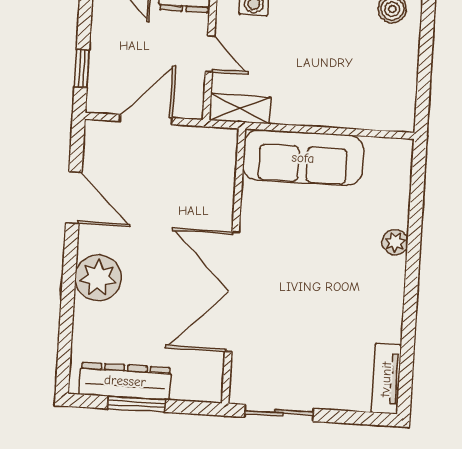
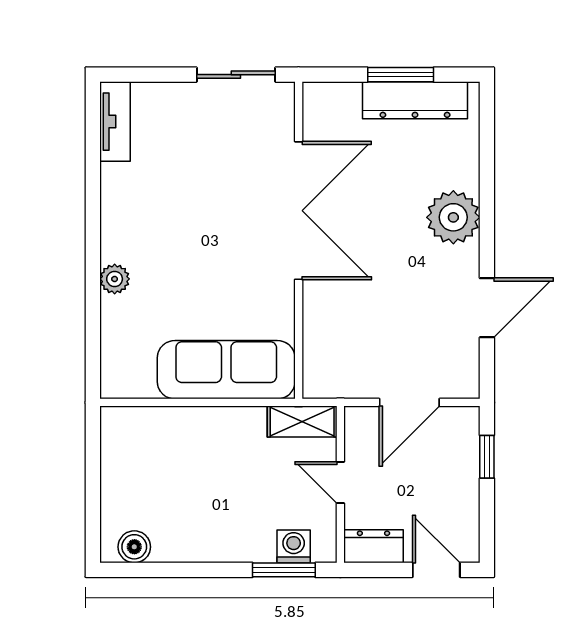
door: (74, 198) -> (487, 308), swing flipped

